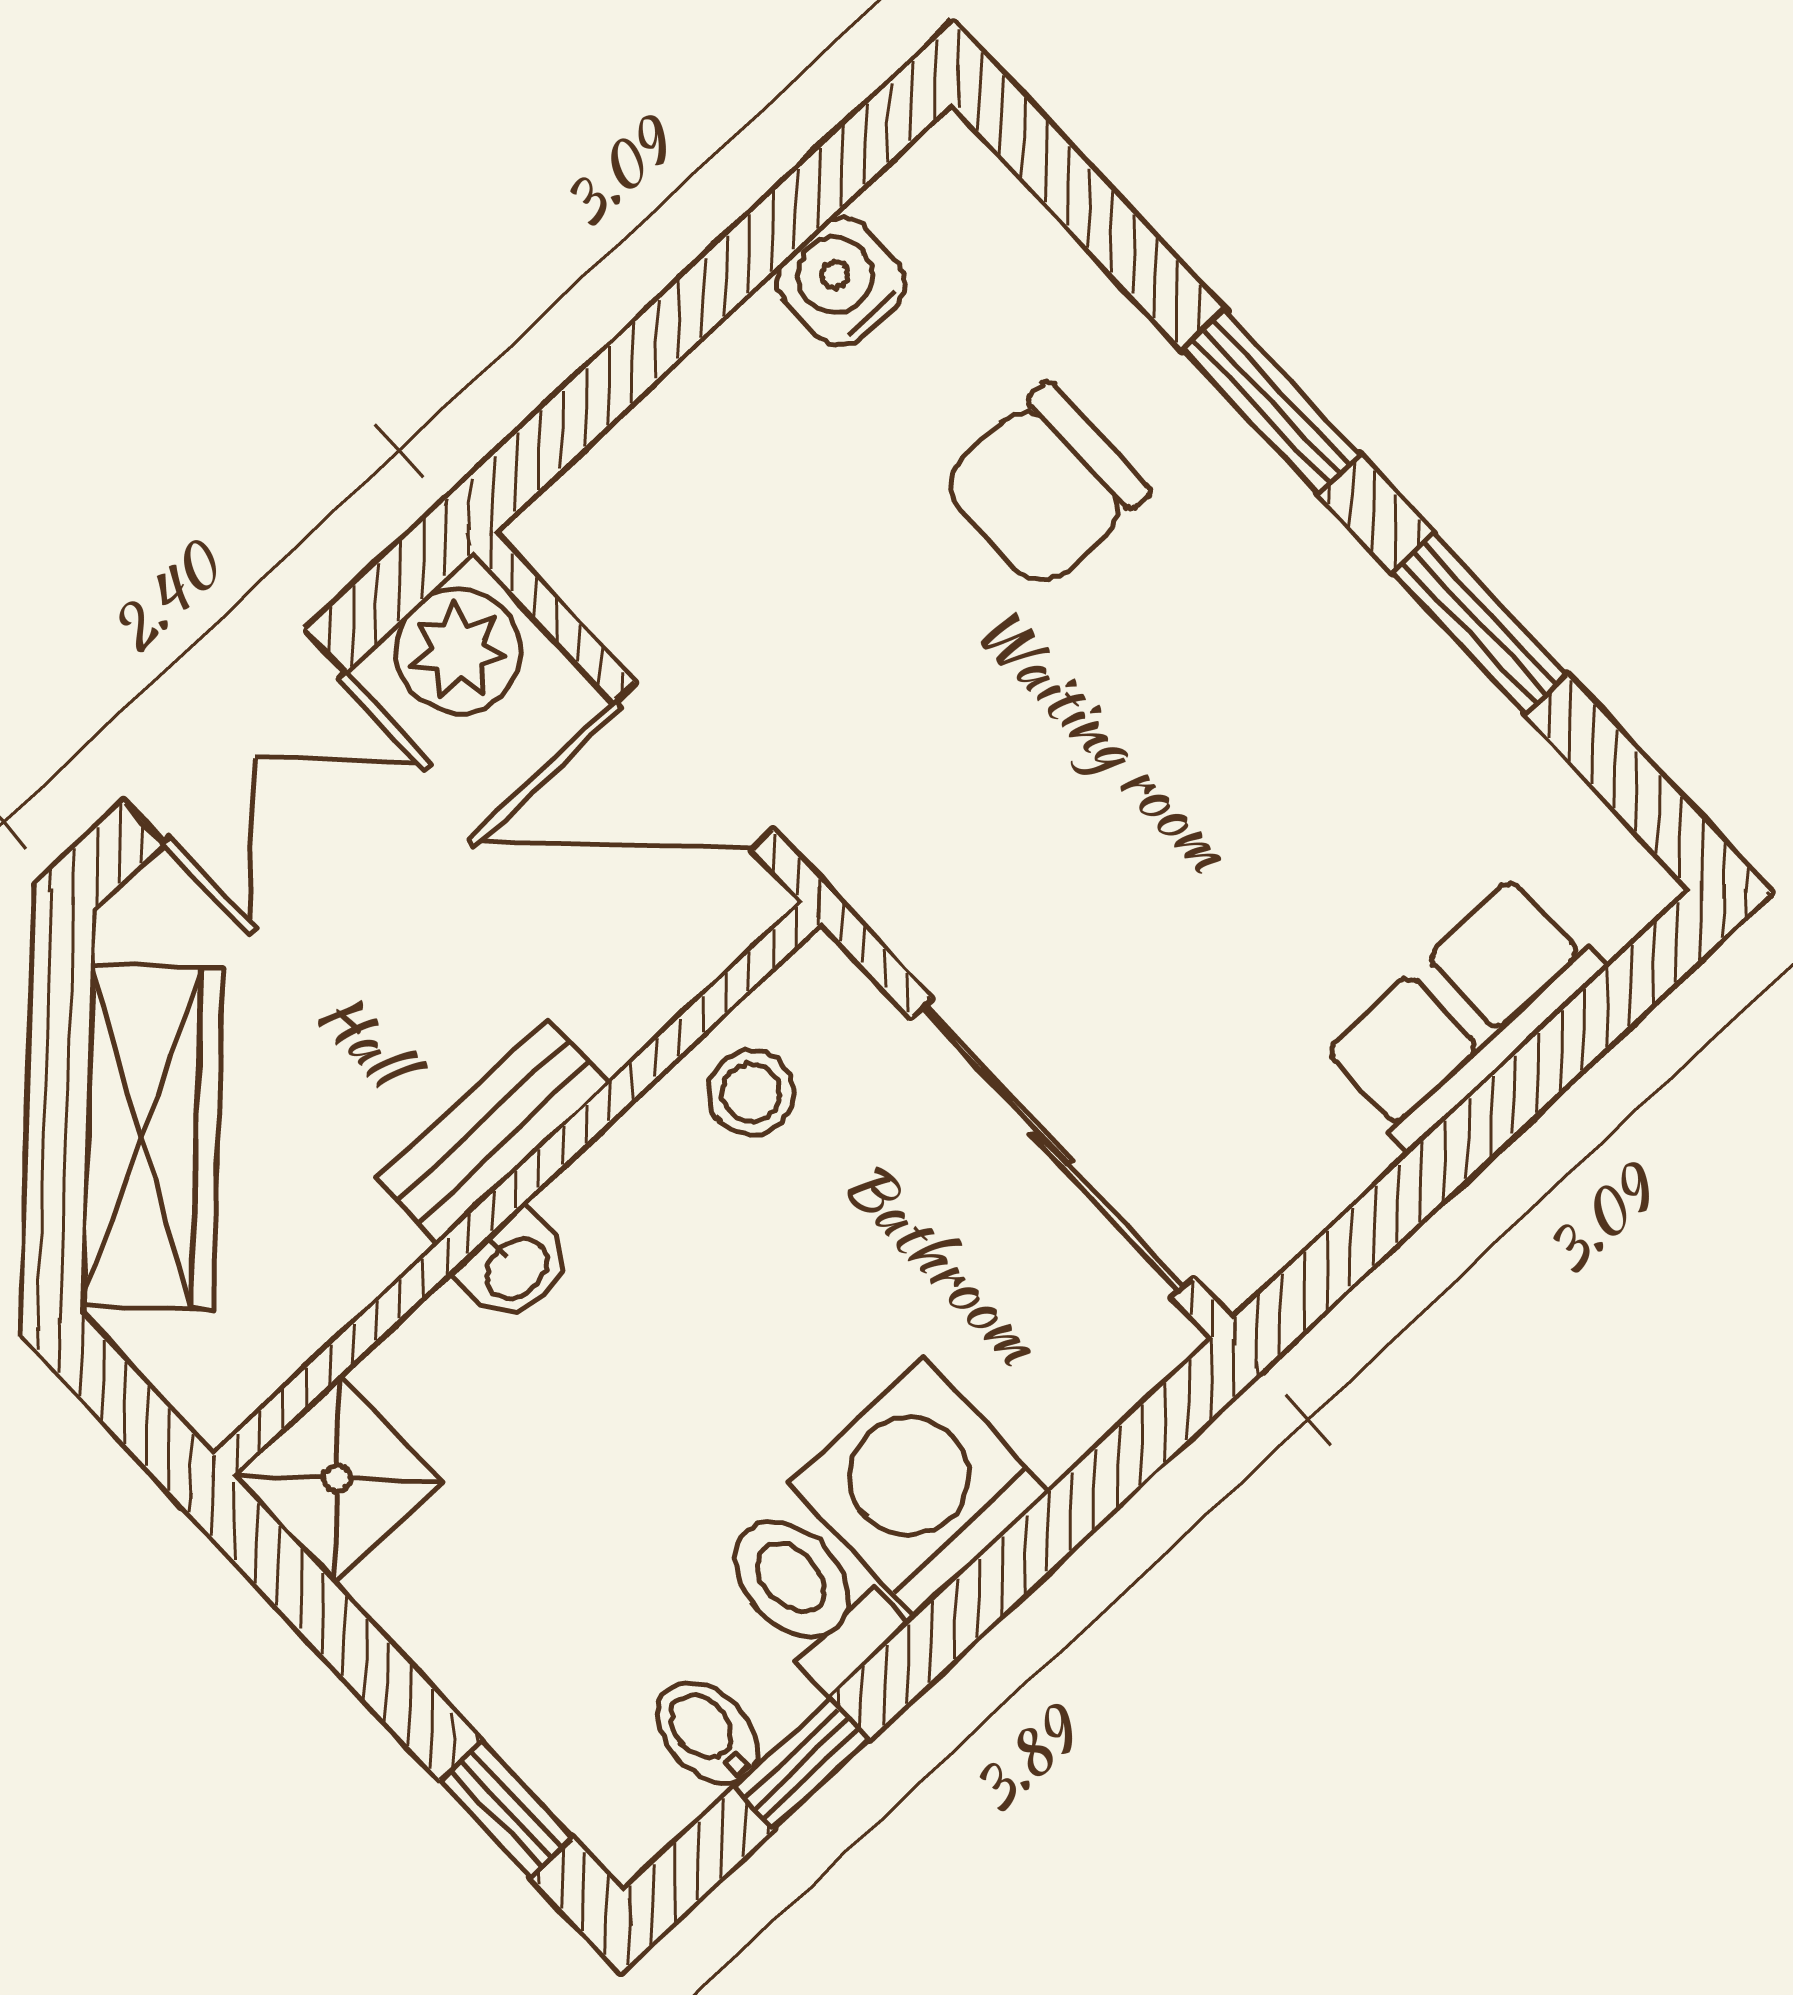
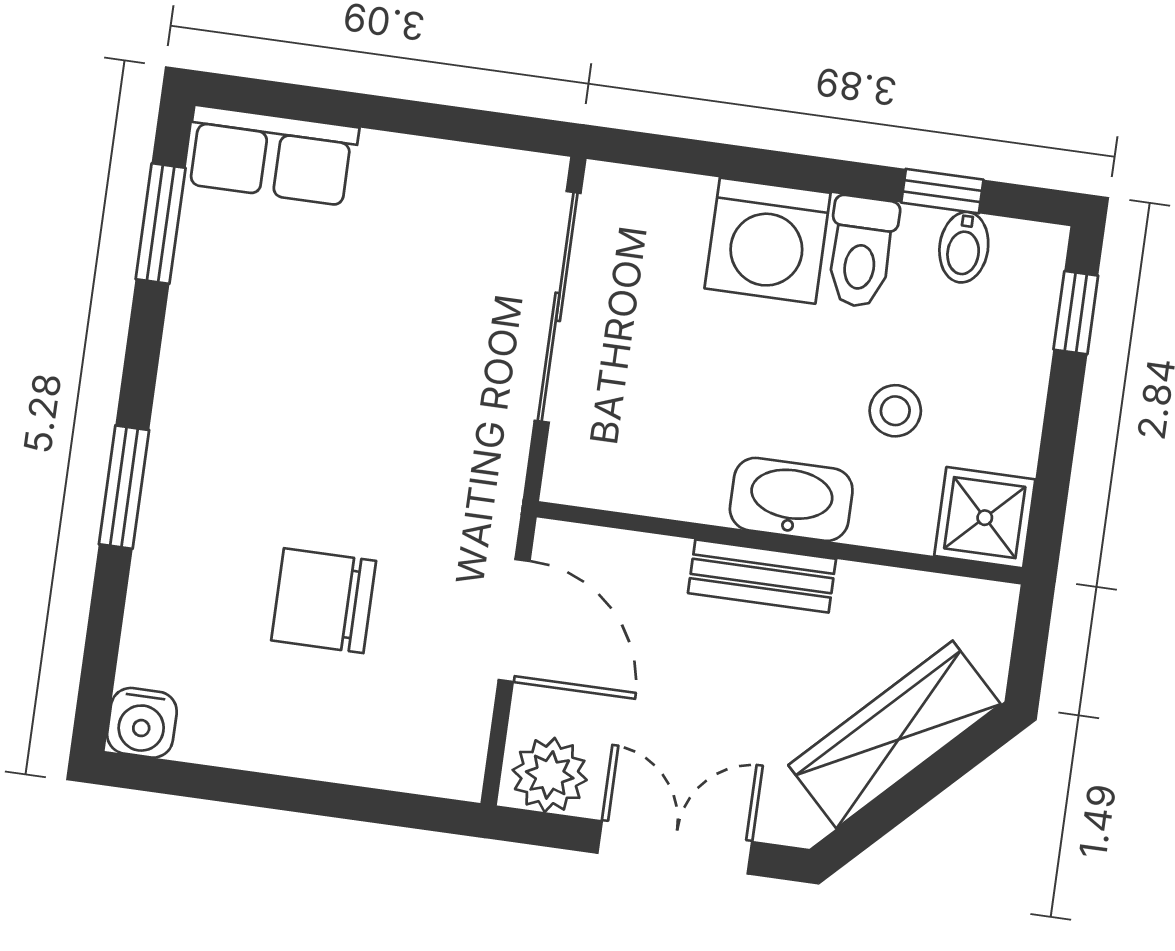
water cooler: (841, 281) -> (142, 723), moved
chair: (1044, 487) -> (324, 601), moved, turned 180
window: (1480, 624) -> (161, 223), moved
row of seats: (1463, 1013) -> (271, 156), moved
stool: (751, 1093) -> (895, 411), moved
washbasin: (515, 1267) -> (791, 499), width x1.91, depth x1.45

